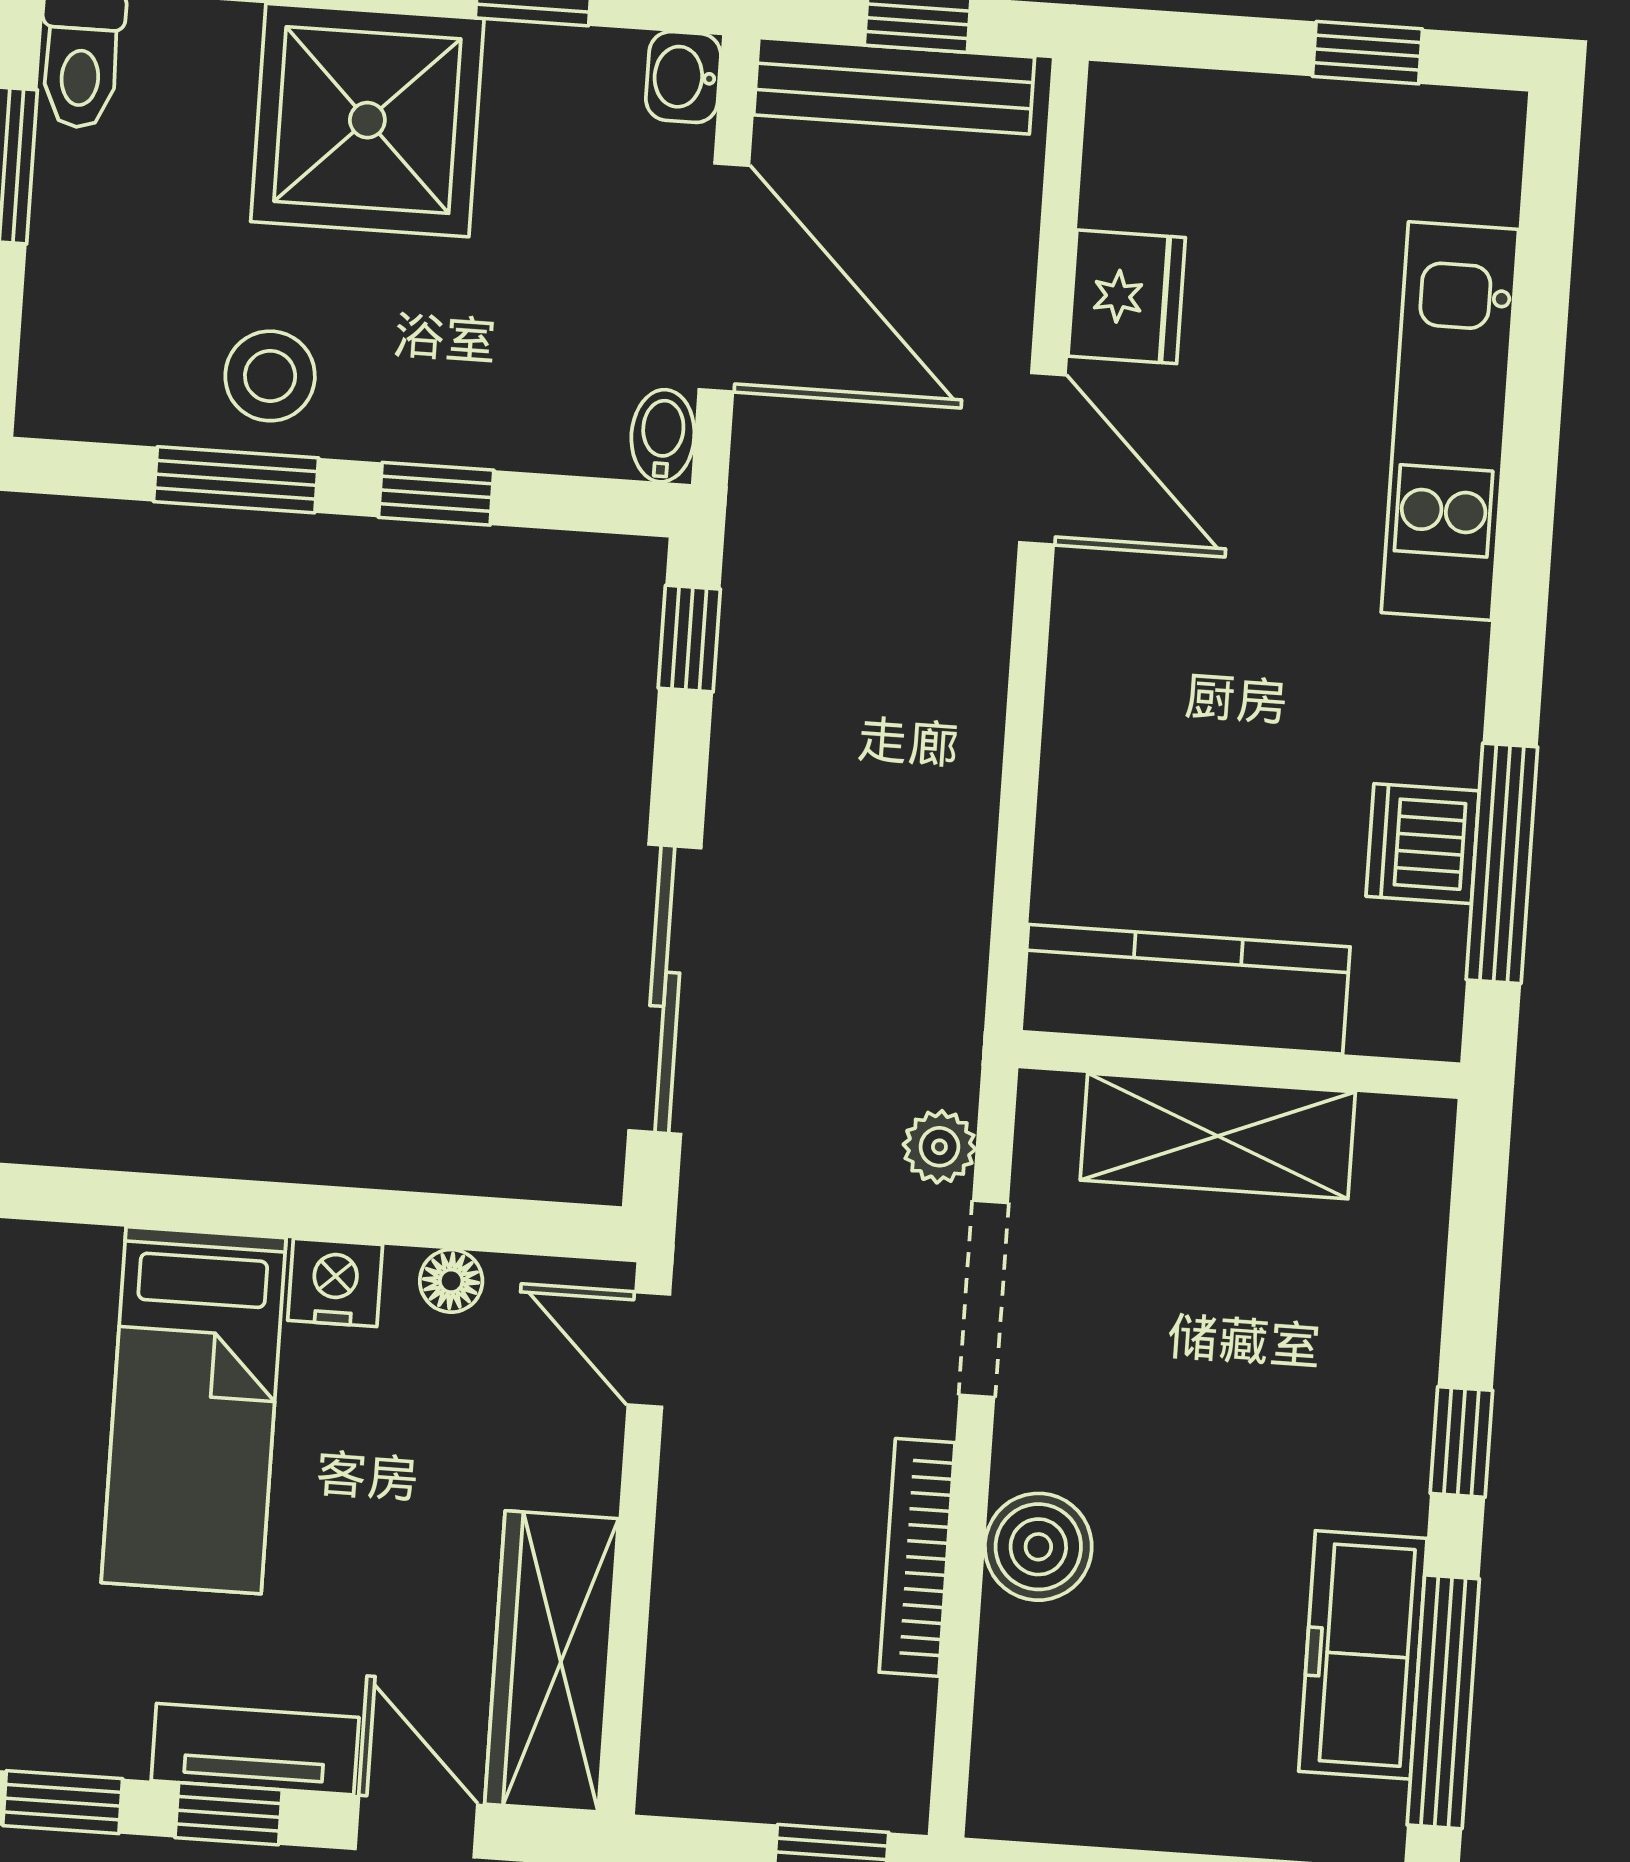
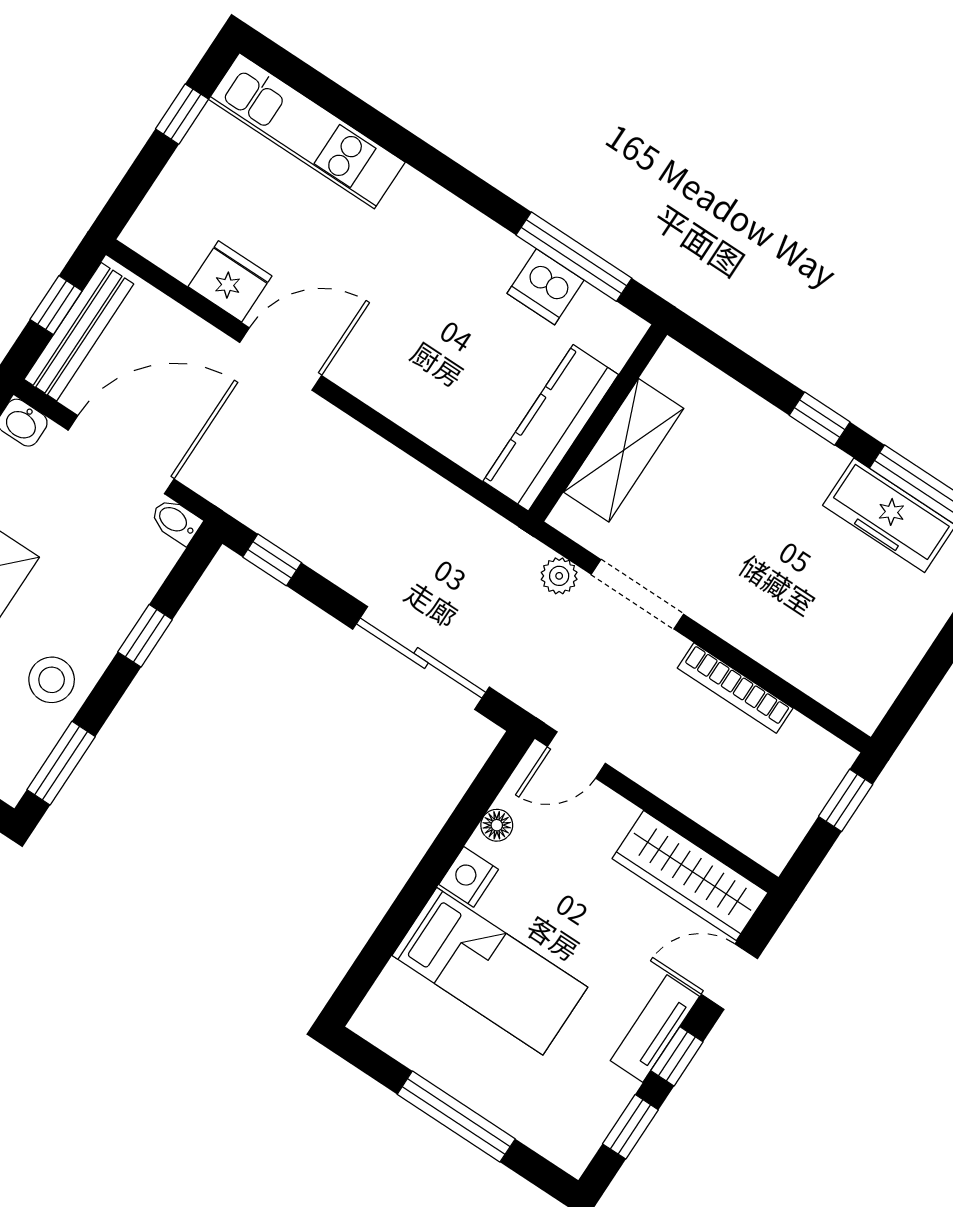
kitchen unit: (1450, 421) -> (307, 131), moved
window: (236, 480) -> (61, 763), moved
boiler: (1038, 1547) -> (761, 632), removed

